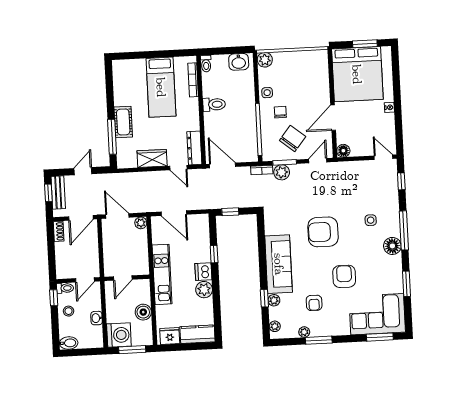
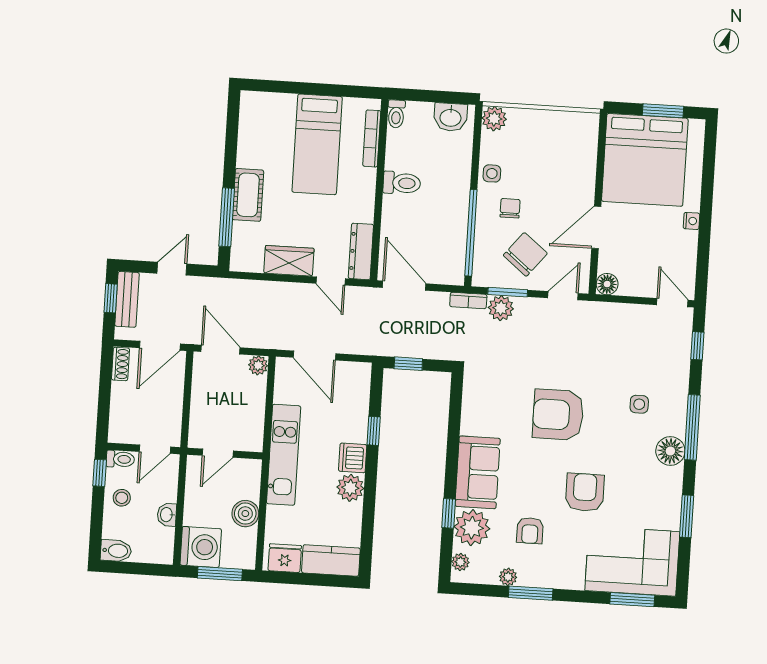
sofa: (279, 264) -> (478, 472), width x0.73
plant: (274, 300) -> (472, 528), width x1.88, depth x1.88

